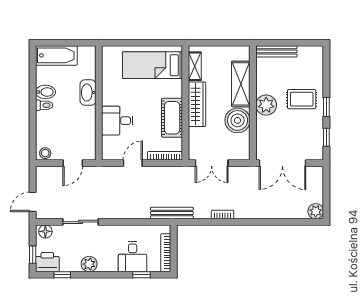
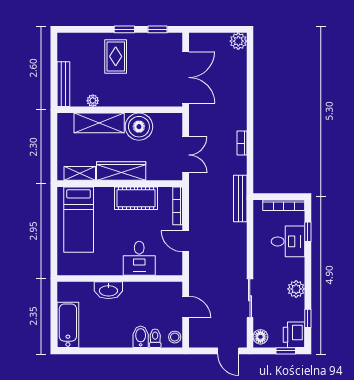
bidet: (45, 92) -> (141, 337), moved
toilet: (44, 105) -> (155, 338), moved
plant: (266, 105) -> (93, 101), moved, width x0.53, depth x0.53

